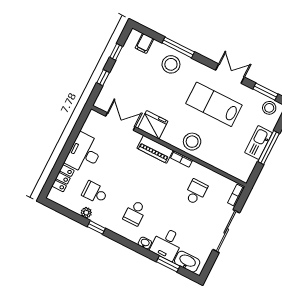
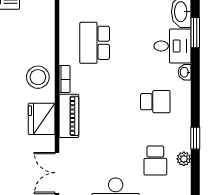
fridge: (153, 125) -> (42, 119), moved
school desk: (196, 192) -> (95, 43), width x1.85

